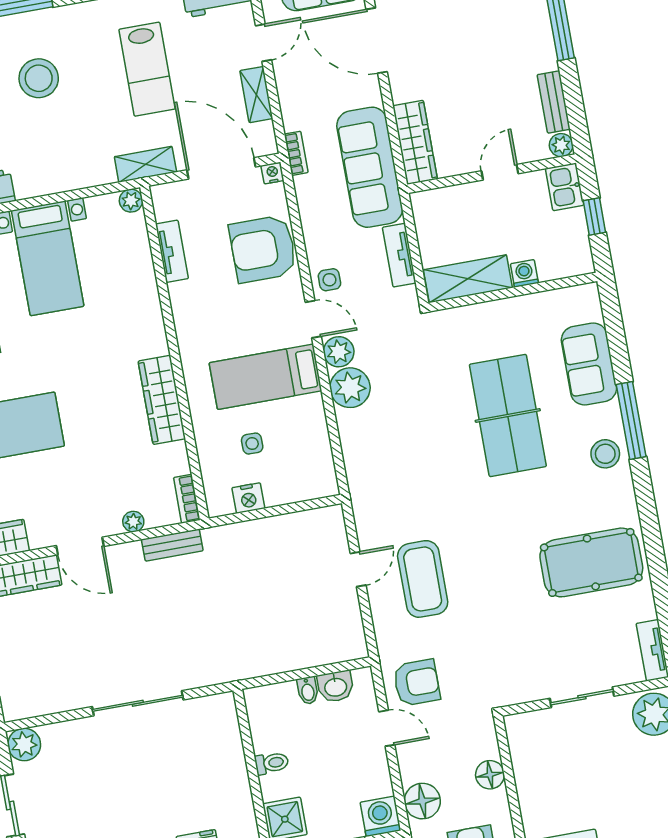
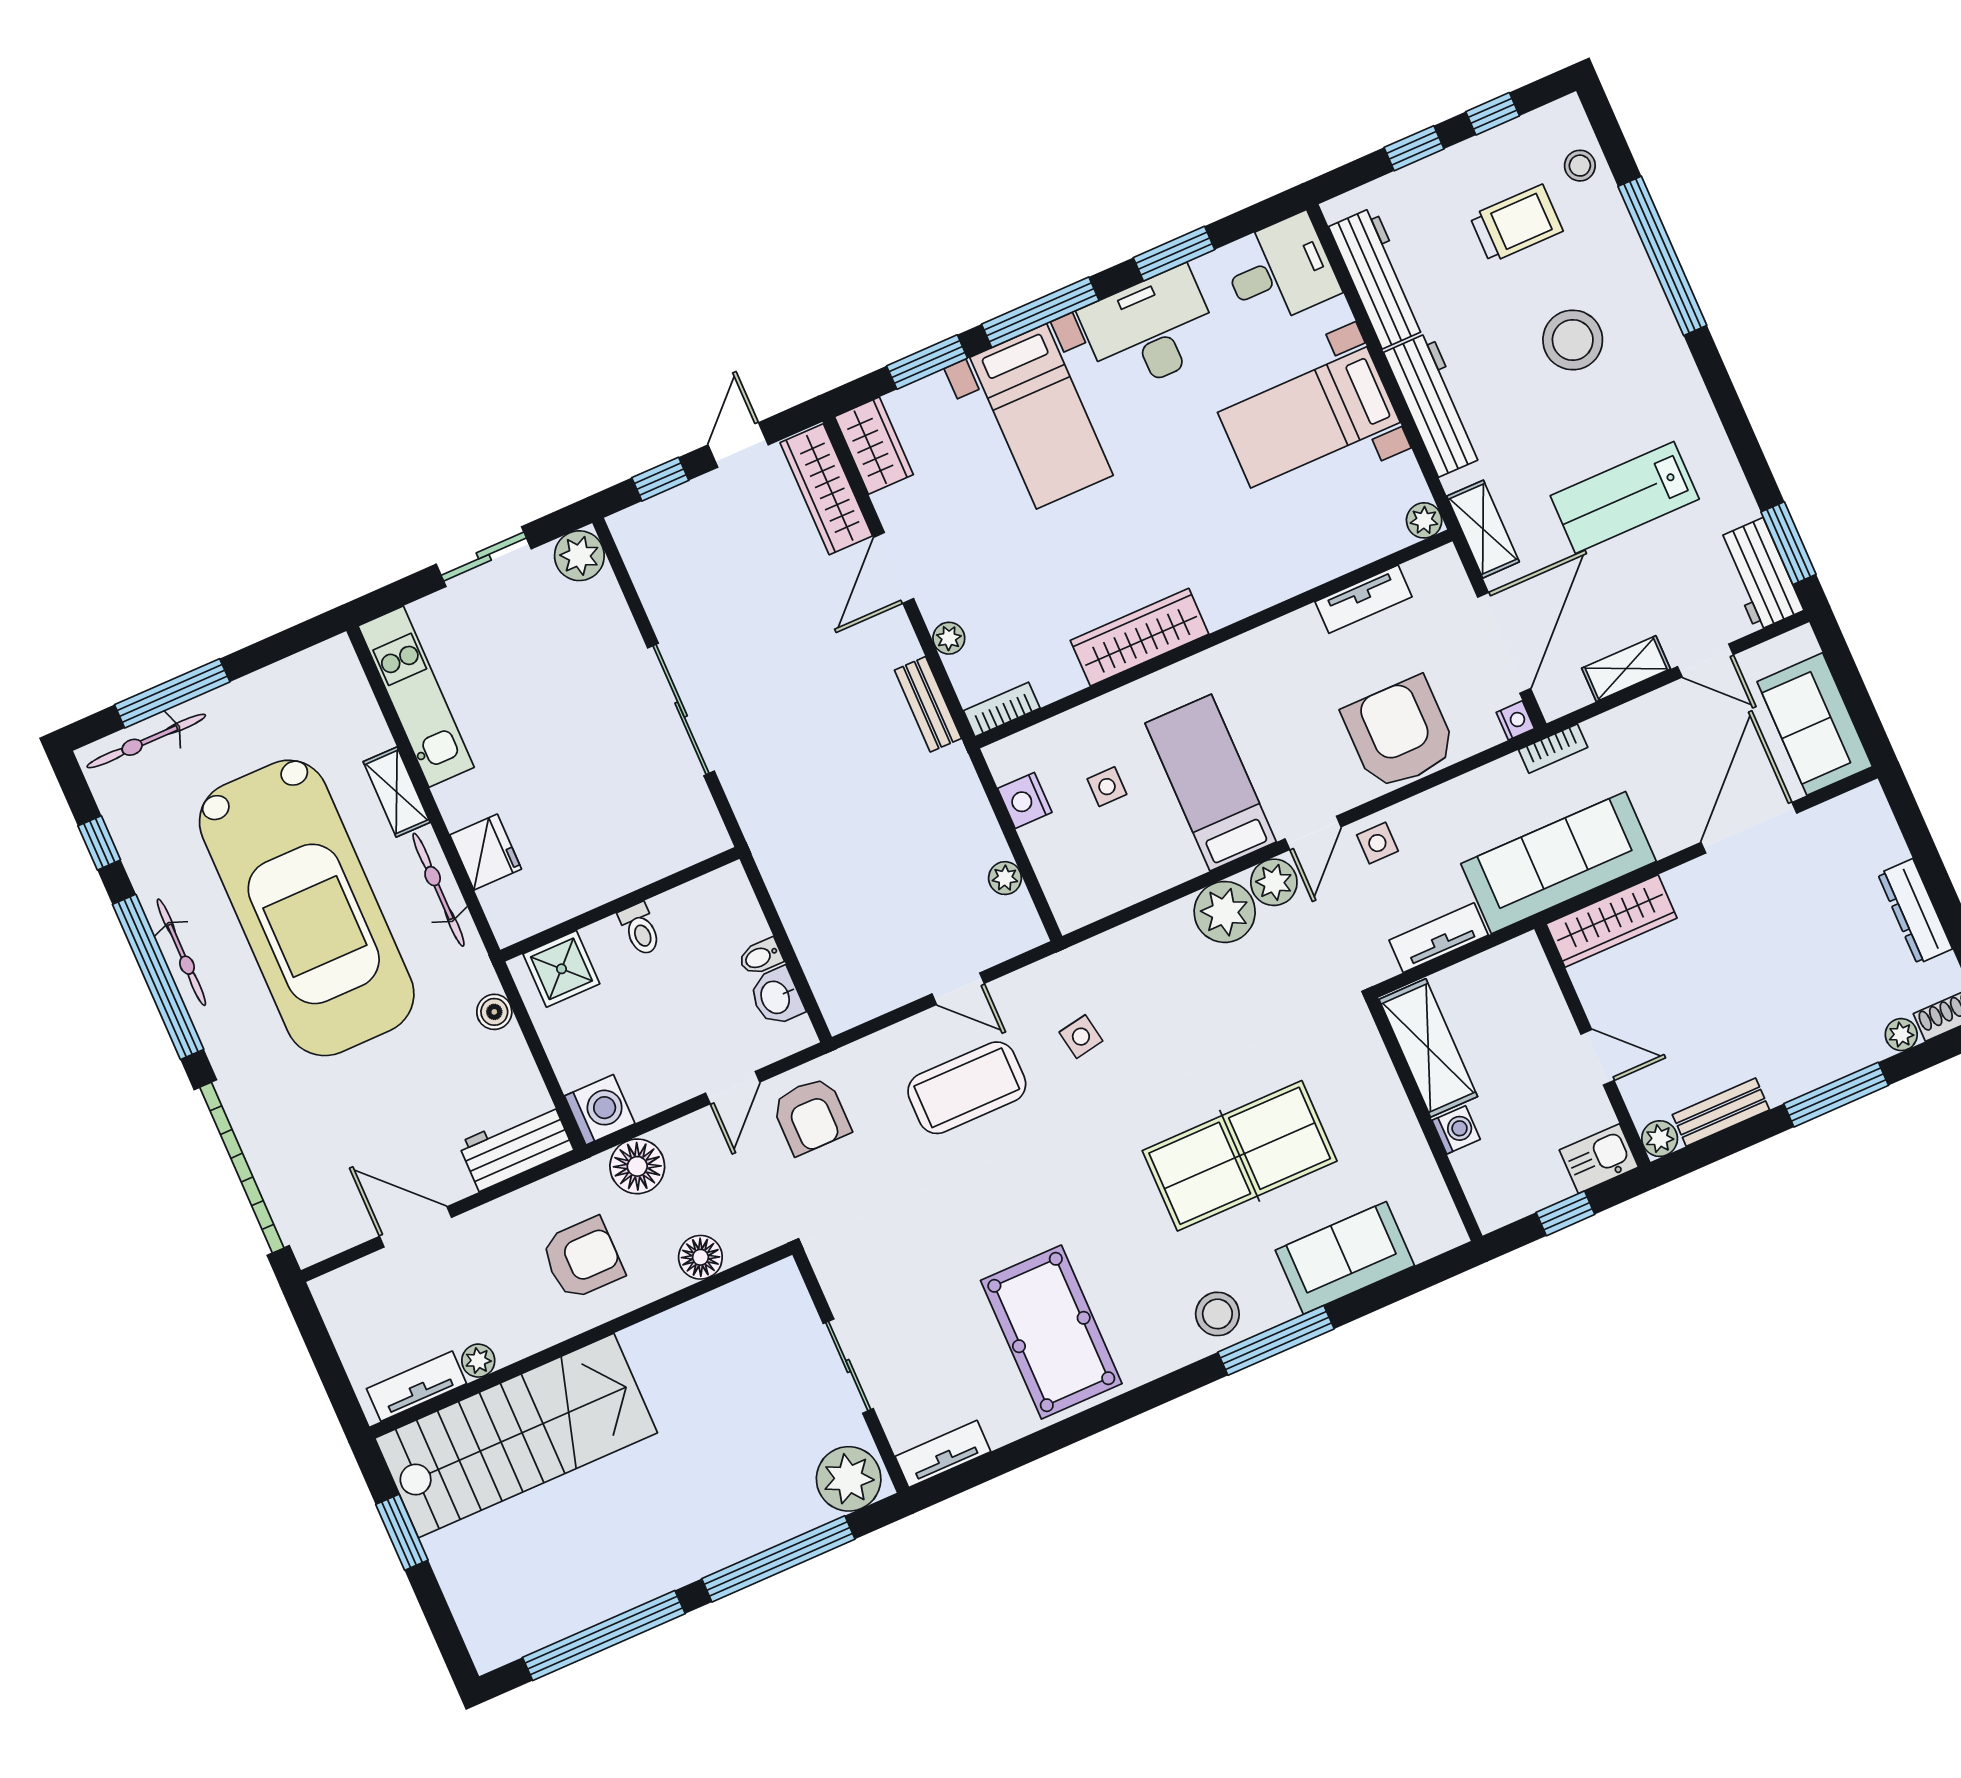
workbench: (59, 176) -> (1434, 404), added
side table: (408, 498) -> (1081, 1037), added
plant: (295, 523) -> (1005, 878), added

